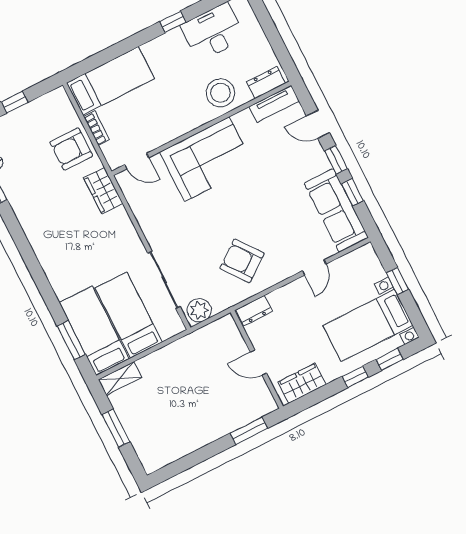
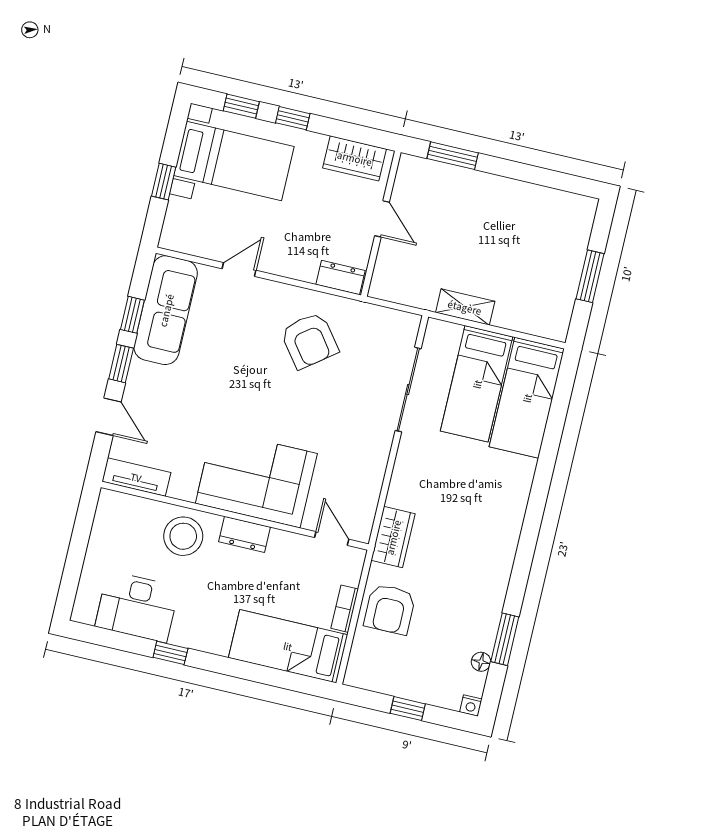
dresser: (266, 83) -> (244, 534), moved
armchair: (71, 149) -> (390, 609), turned 90
plant: (199, 310) -> (398, 326), removed
window: (71, 340) -> (559, 408), removed
shelving: (120, 378) -> (465, 307), moved

